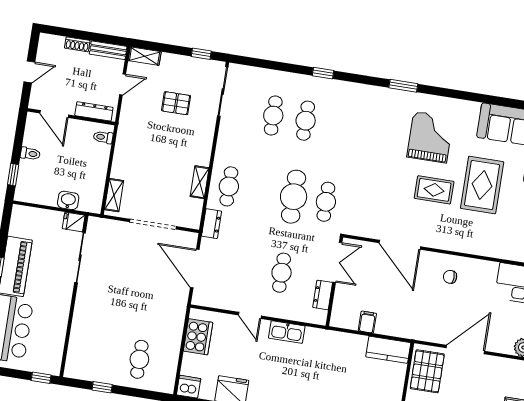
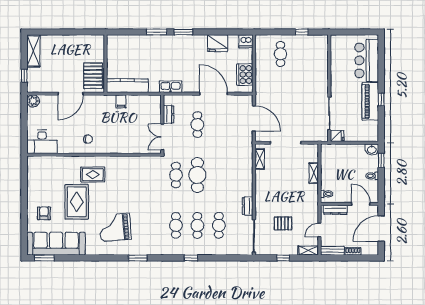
window: (201, 54) -> (283, 258), moved
door: (29, 72) -> (381, 229), width x1.87
grand piano: (430, 137) -> (115, 227), turned 85
shelving: (200, 182) -> (260, 159), moved
cafe table: (229, 186) -> (176, 225), moved
rug: (434, 190) -> (93, 175), moved
shelving: (114, 195) -> (314, 173), moved
washbasin: (68, 200) -> (372, 149), moved
dresser: (212, 224) -> (248, 206), moved
door: (400, 245) -> (124, 155), removed
door: (250, 315) -> (214, 94), width x1.87
filing cabinet: (367, 322) -> (121, 101), moved
kitchen sink: (287, 332) -> (171, 87), moved
kitchen counter: (388, 350) -> (127, 86), width x1.50
window: (41, 378) -> (342, 32), removed

